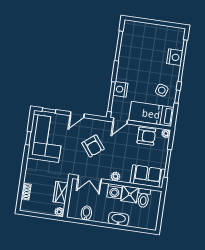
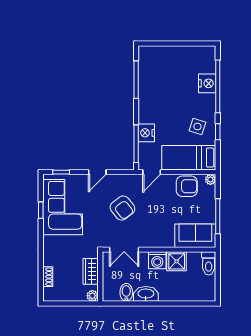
plant: (116, 176) -> (156, 242), removed
toilet: (144, 198) -> (209, 263), moved
washbasin: (118, 219) -> (146, 294), moved

